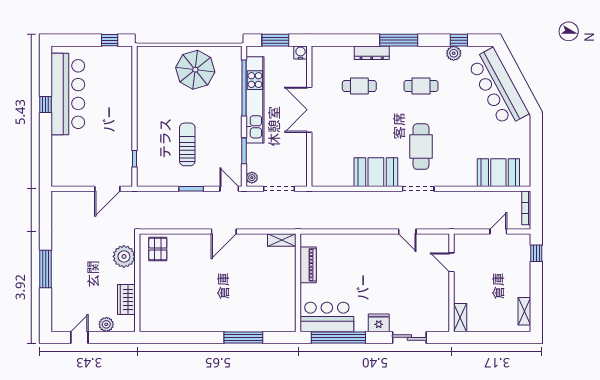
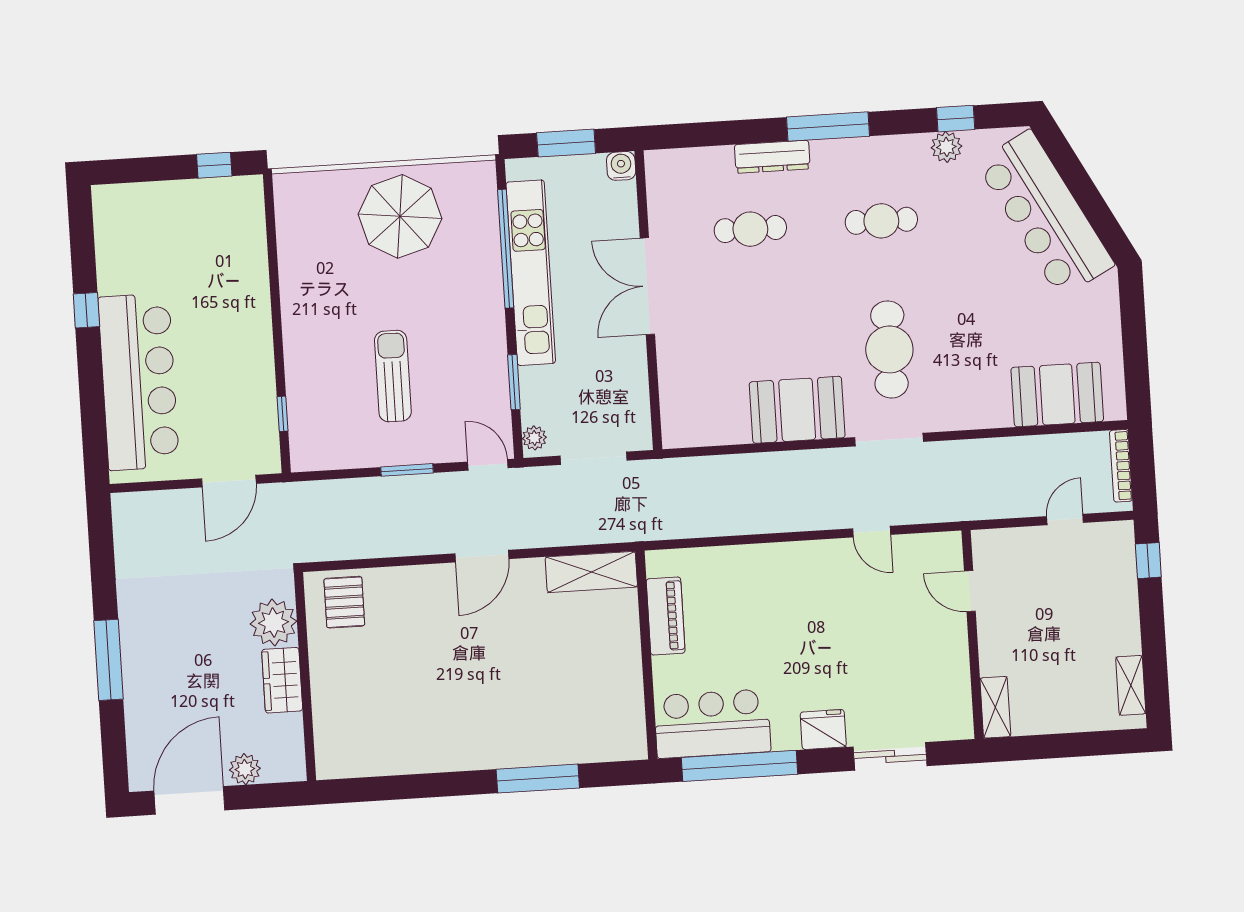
bar counter: (68, 94) -> (139, 382), moved
shelving: (282, 240) -> (591, 572), width x1.50, depth x1.33
wardrobe: (126, 300) -> (282, 680), moved
door: (79, 337) -> (189, 800), width x1.87

